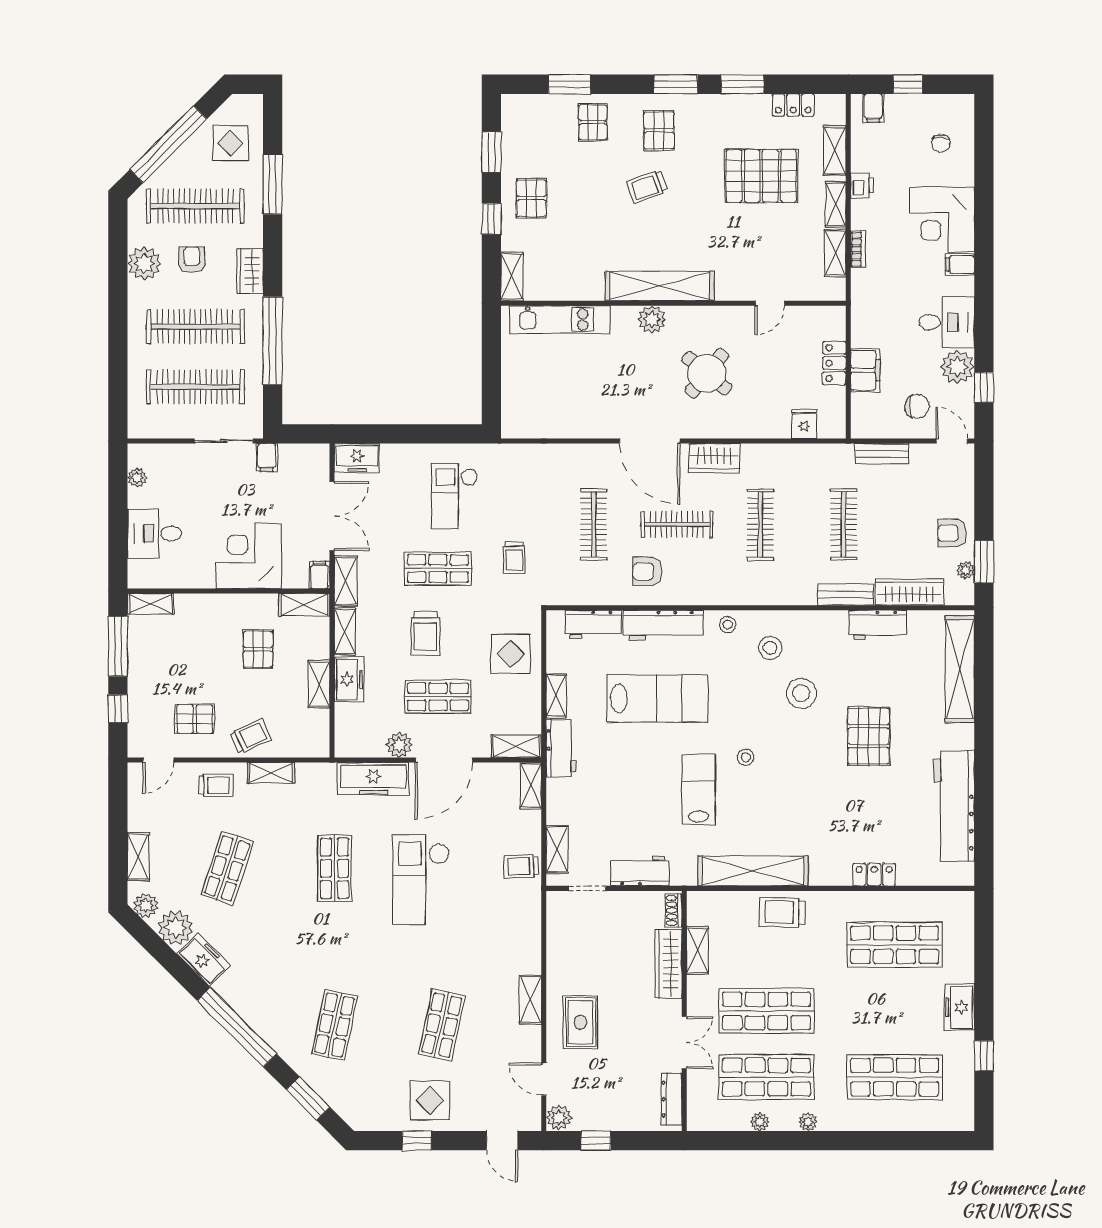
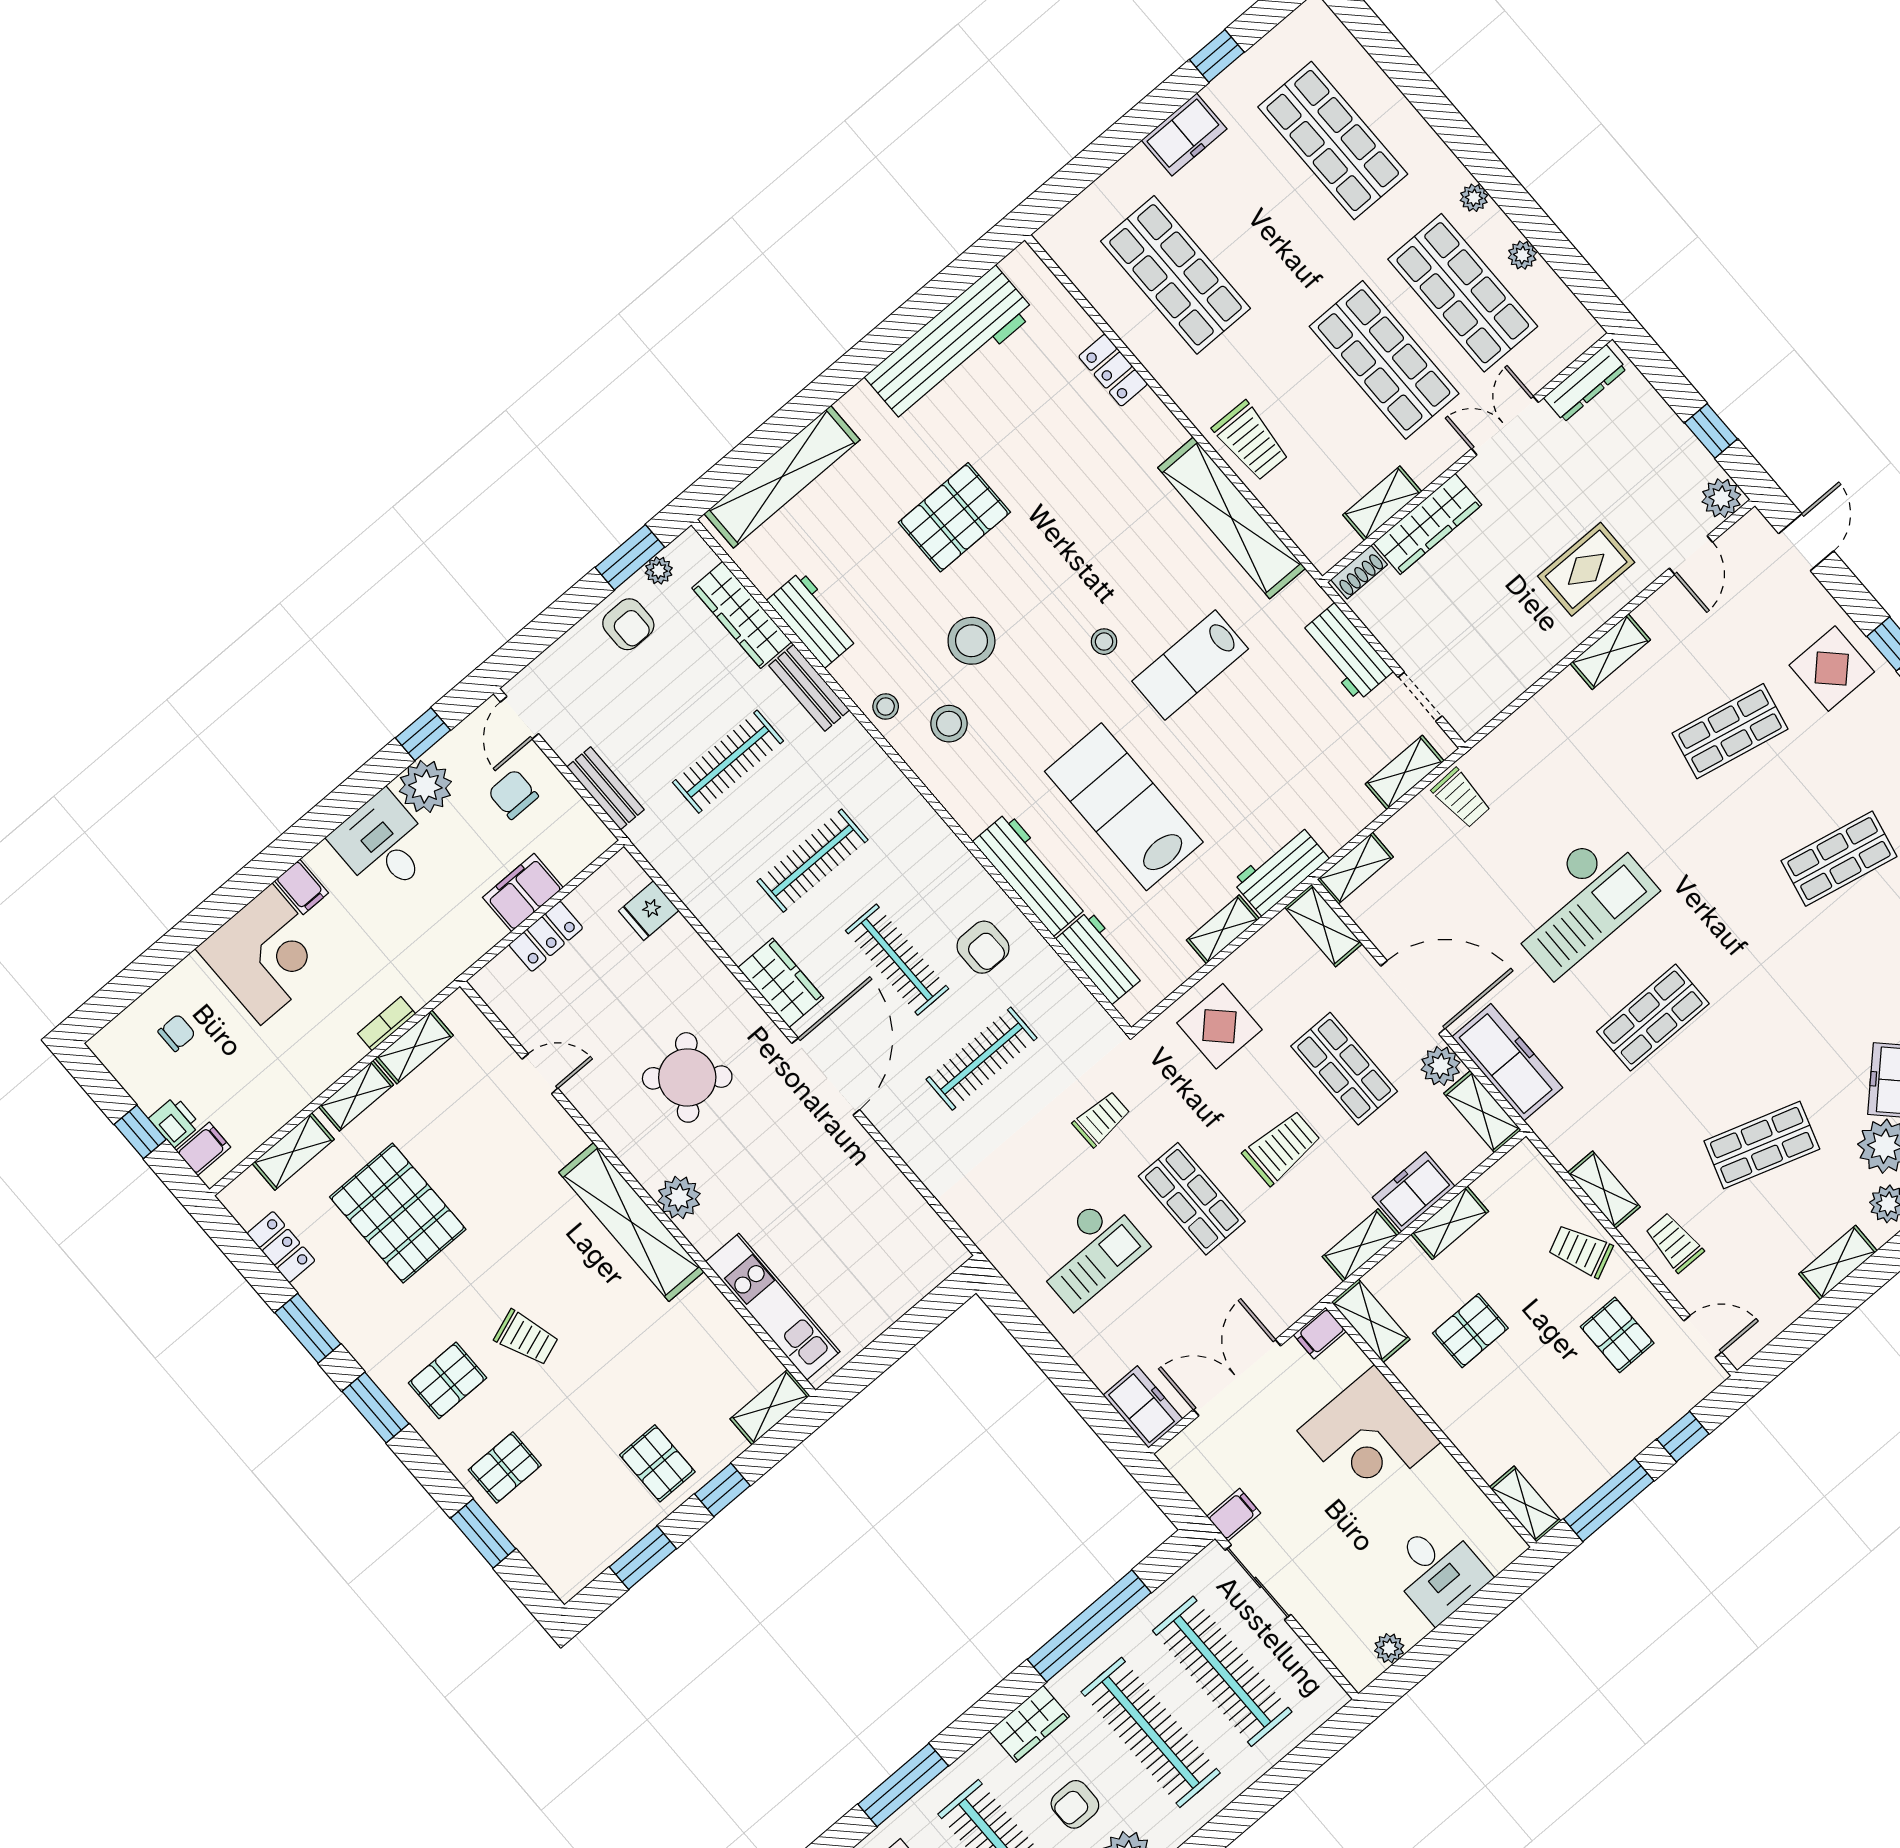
printer: (862, 185) -> (175, 1122), moved, turned 90
pallet: (531, 198) -> (657, 1463), turned 90
shelving: (346, 581) -> (1483, 1112), moved, turned 90
stool: (728, 625) -> (886, 707), moved

